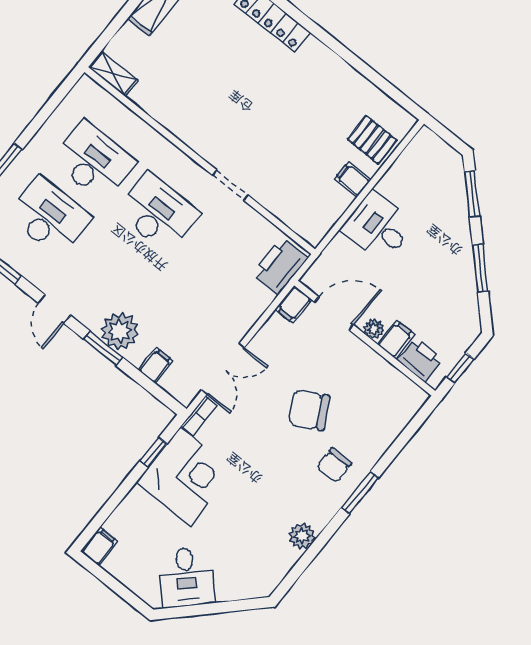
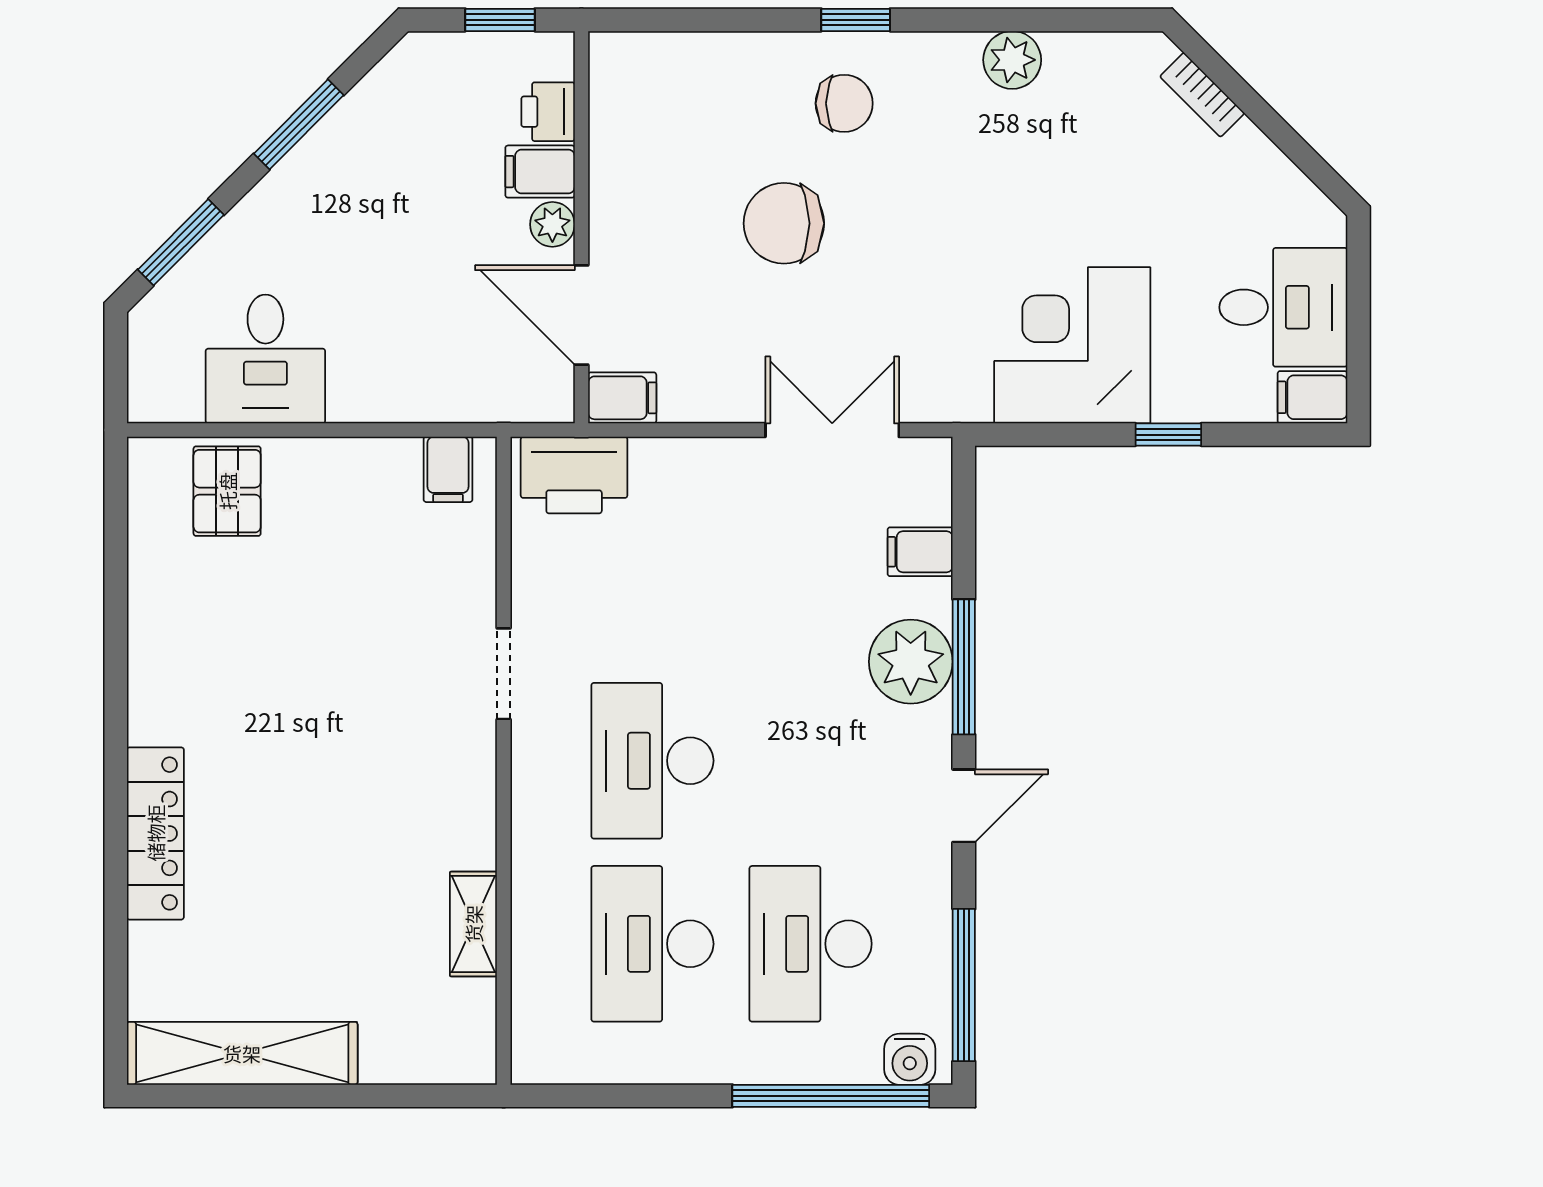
shelving: (113, 74) -> (473, 924), moved
filing cabinet: (353, 179) -> (448, 469), moved
desk: (378, 227) -> (265, 359), moved
window: (103, 348) -> (964, 667), width x1.44
printer: (420, 360) -> (548, 112), width x0.73, depth x0.81
chair: (309, 410) -> (784, 223), turned 119
bookcase: (199, 416) -> (1202, 95), moved, turned -135
window: (153, 452) -> (1168, 435), moved
window: (360, 493) -> (856, 20), width x0.67
desk: (186, 577) -> (1283, 307), moved, turned 45

